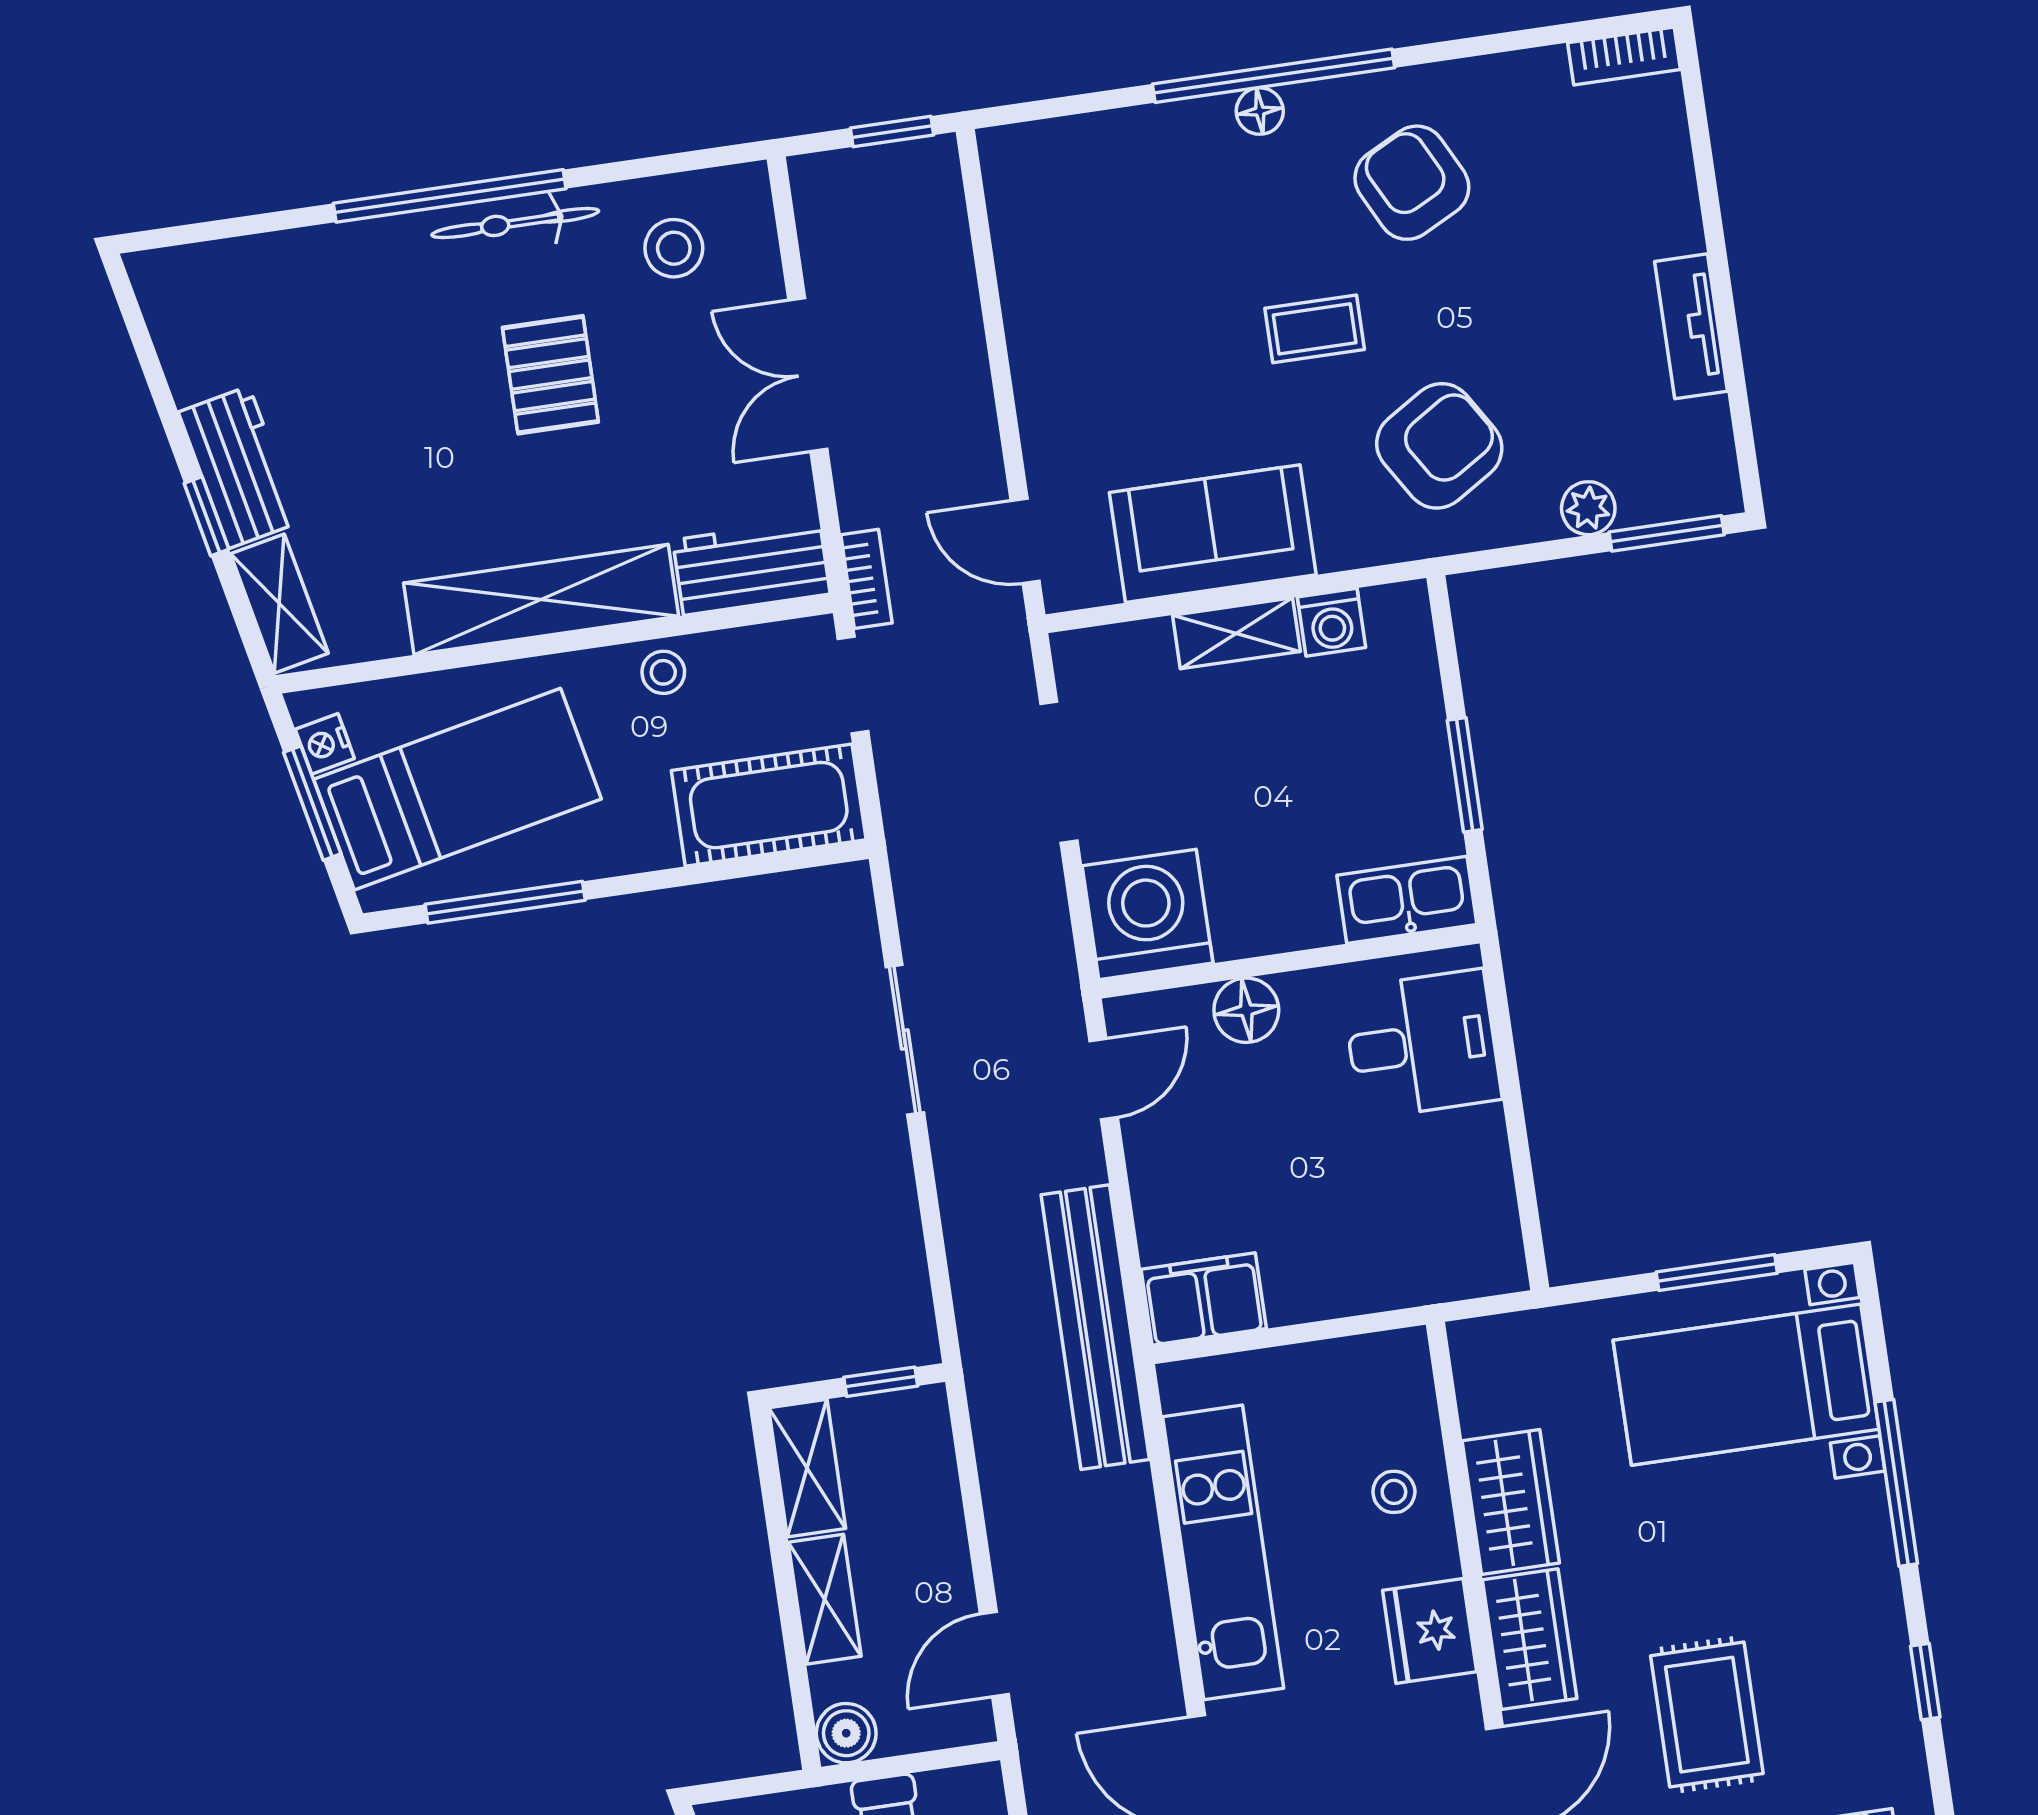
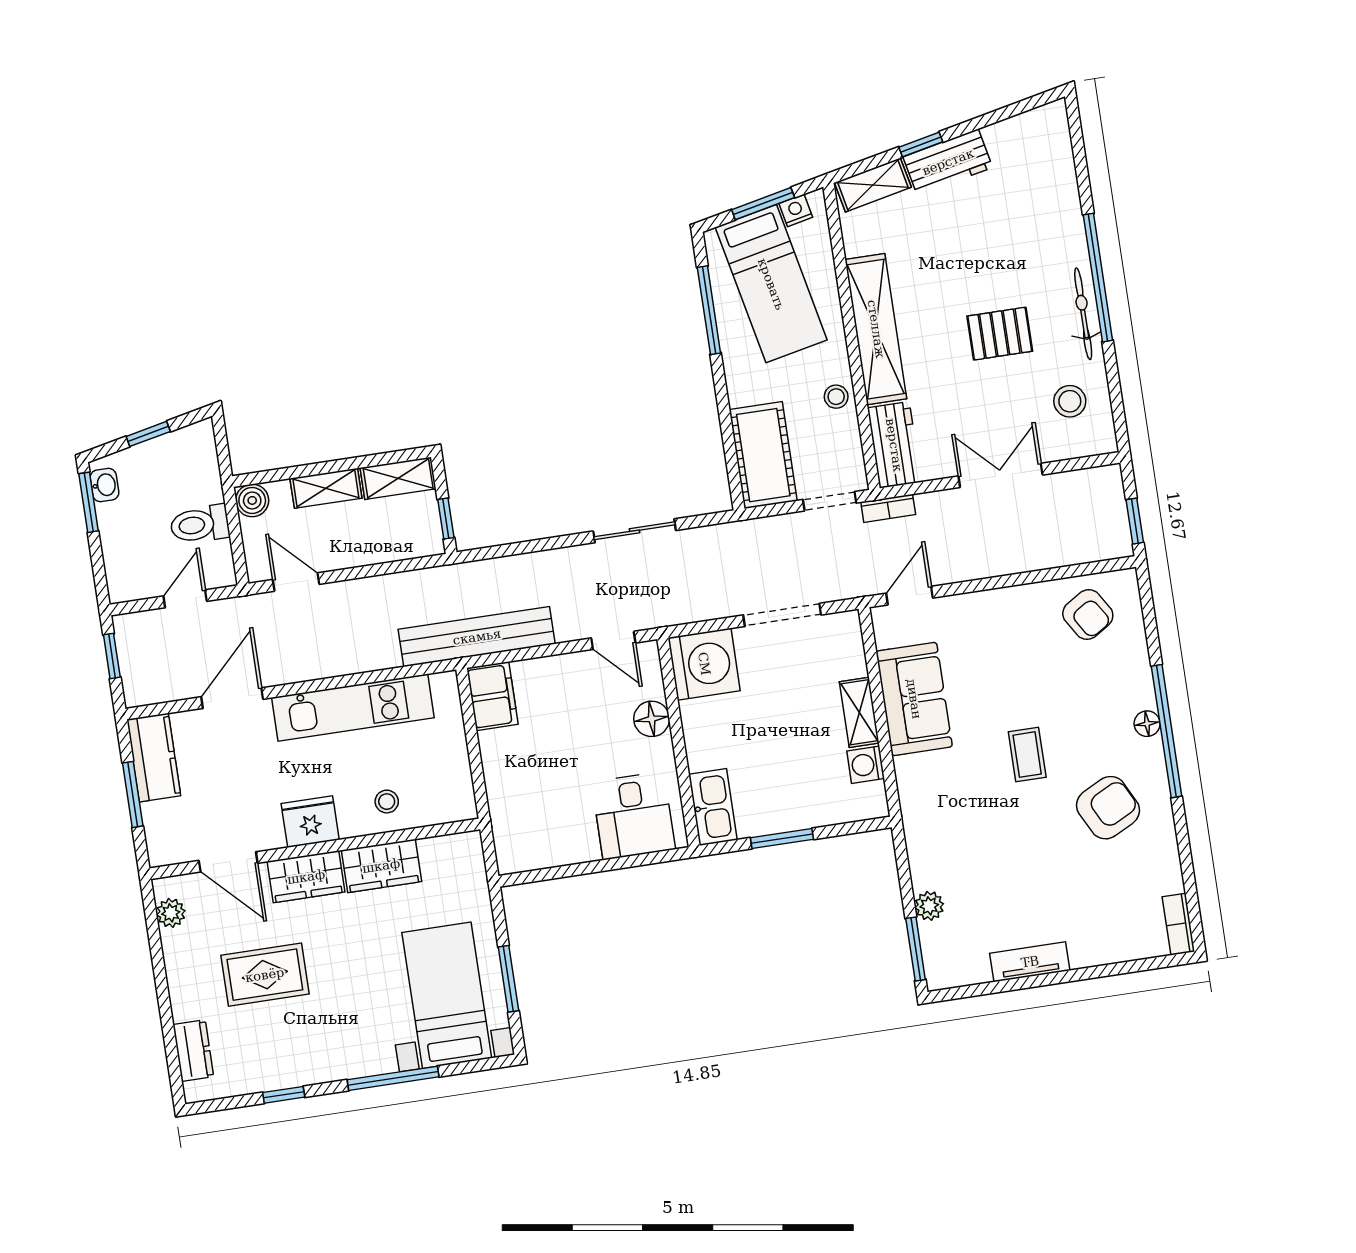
armchair: (1439, 446) -> (1088, 614), moved, width x0.72, depth x0.72

